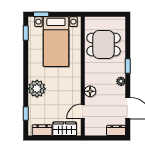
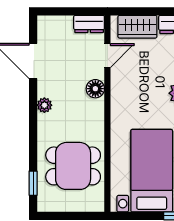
window: (128, 66) -> (33, 183), moved
dresser: (116, 130) -> (89, 24), moved

